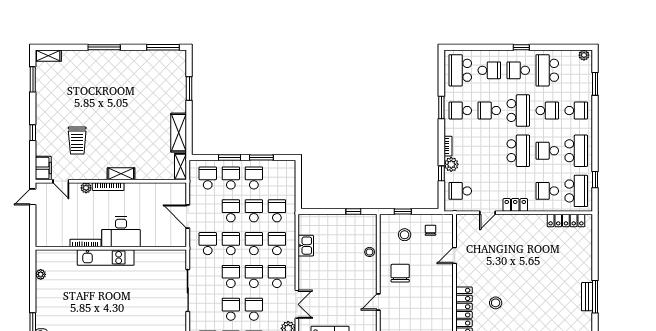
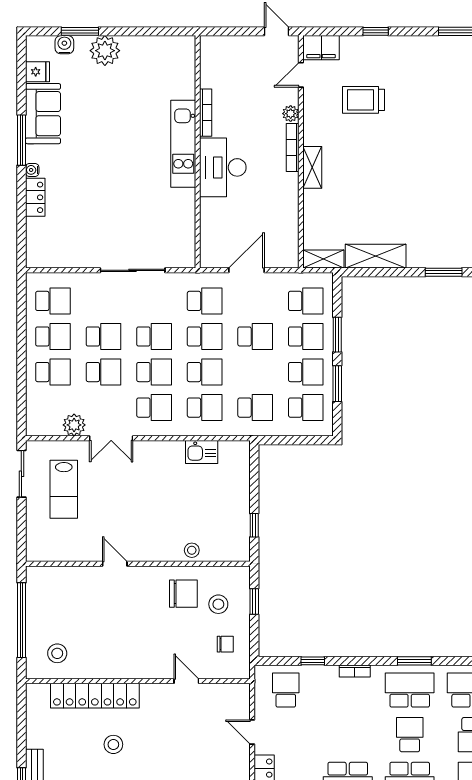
school desk: (460, 111) -> (410, 690), width x1.85
plant: (451, 164) -> (327, 676), removed
school desk: (254, 211) -> (306, 408), moved
chair: (400, 273) -> (183, 594), moved
plant: (41, 274) -> (105, 51), moved, width x1.88, depth x1.88

